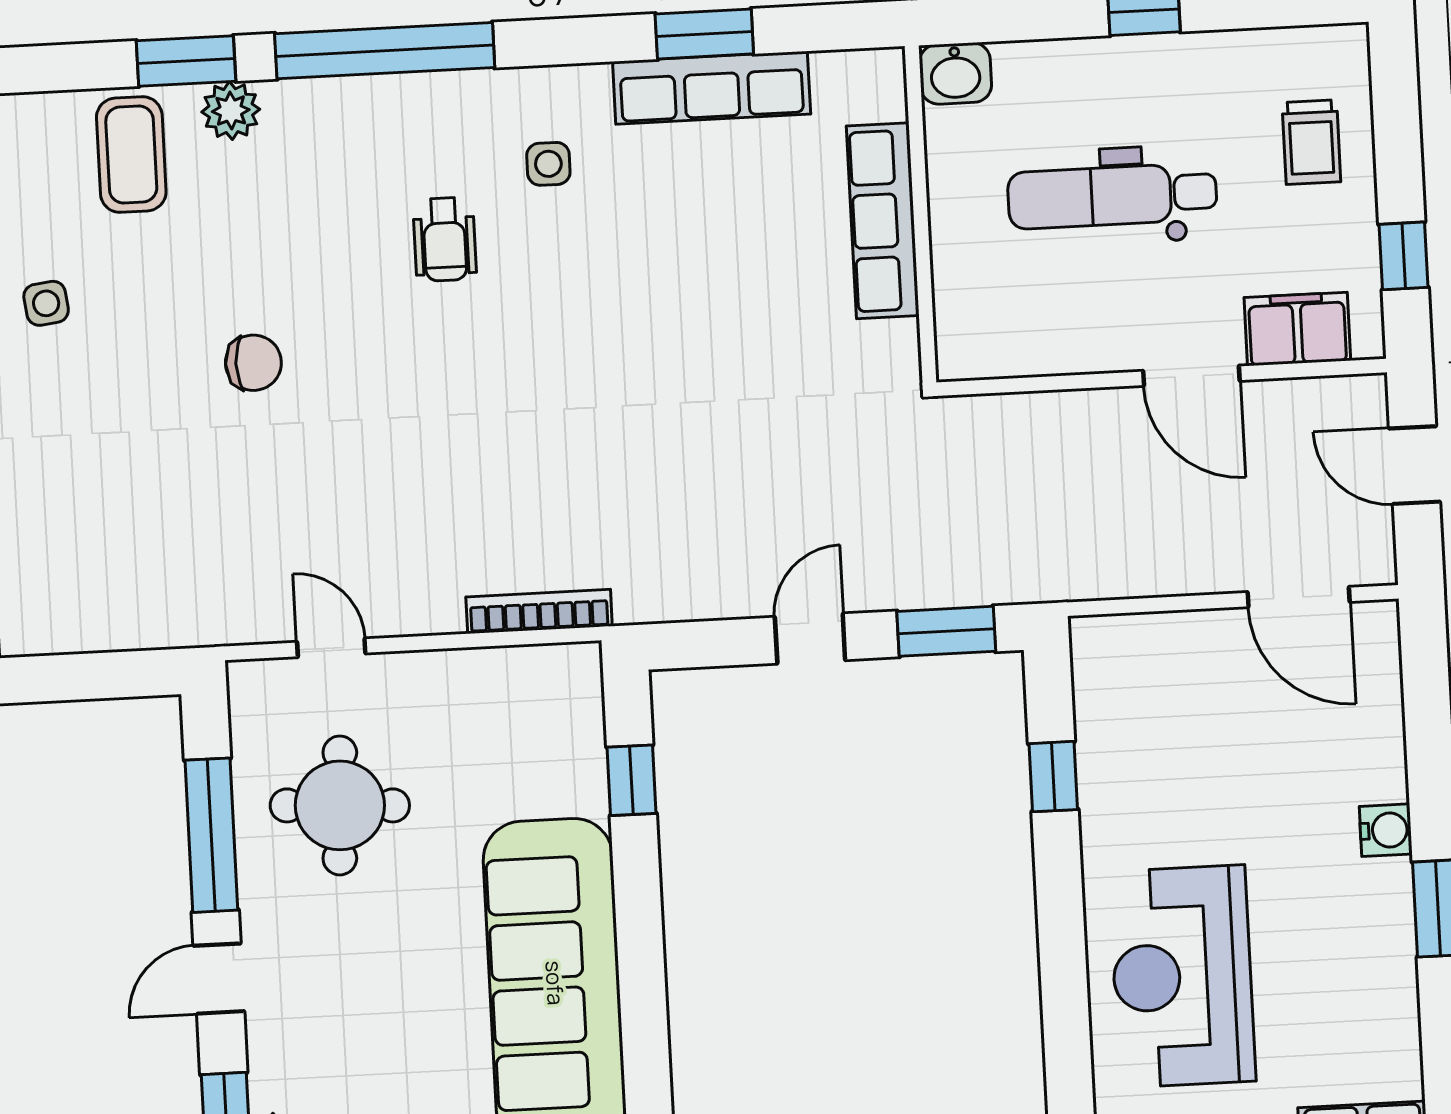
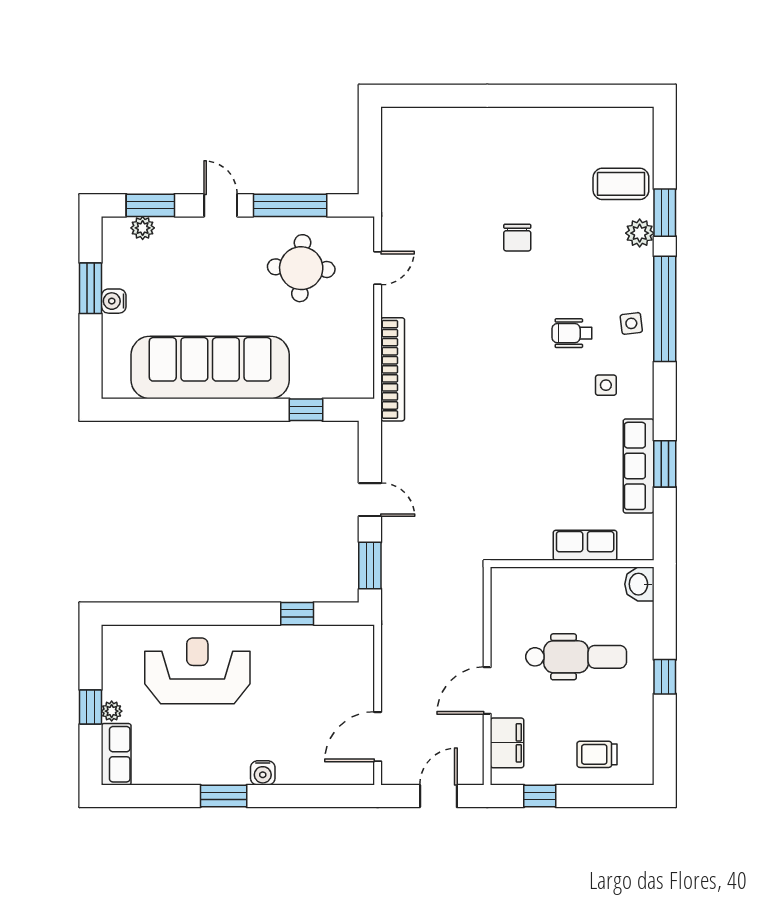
dental chair: (1112, 196) -> (576, 657), turned 90
row of seats: (883, 221) -> (585, 545), width x0.68
side table: (46, 303) -> (631, 323), moved
bookcase: (539, 611) -> (393, 369), width x1.48, depth x1.31

